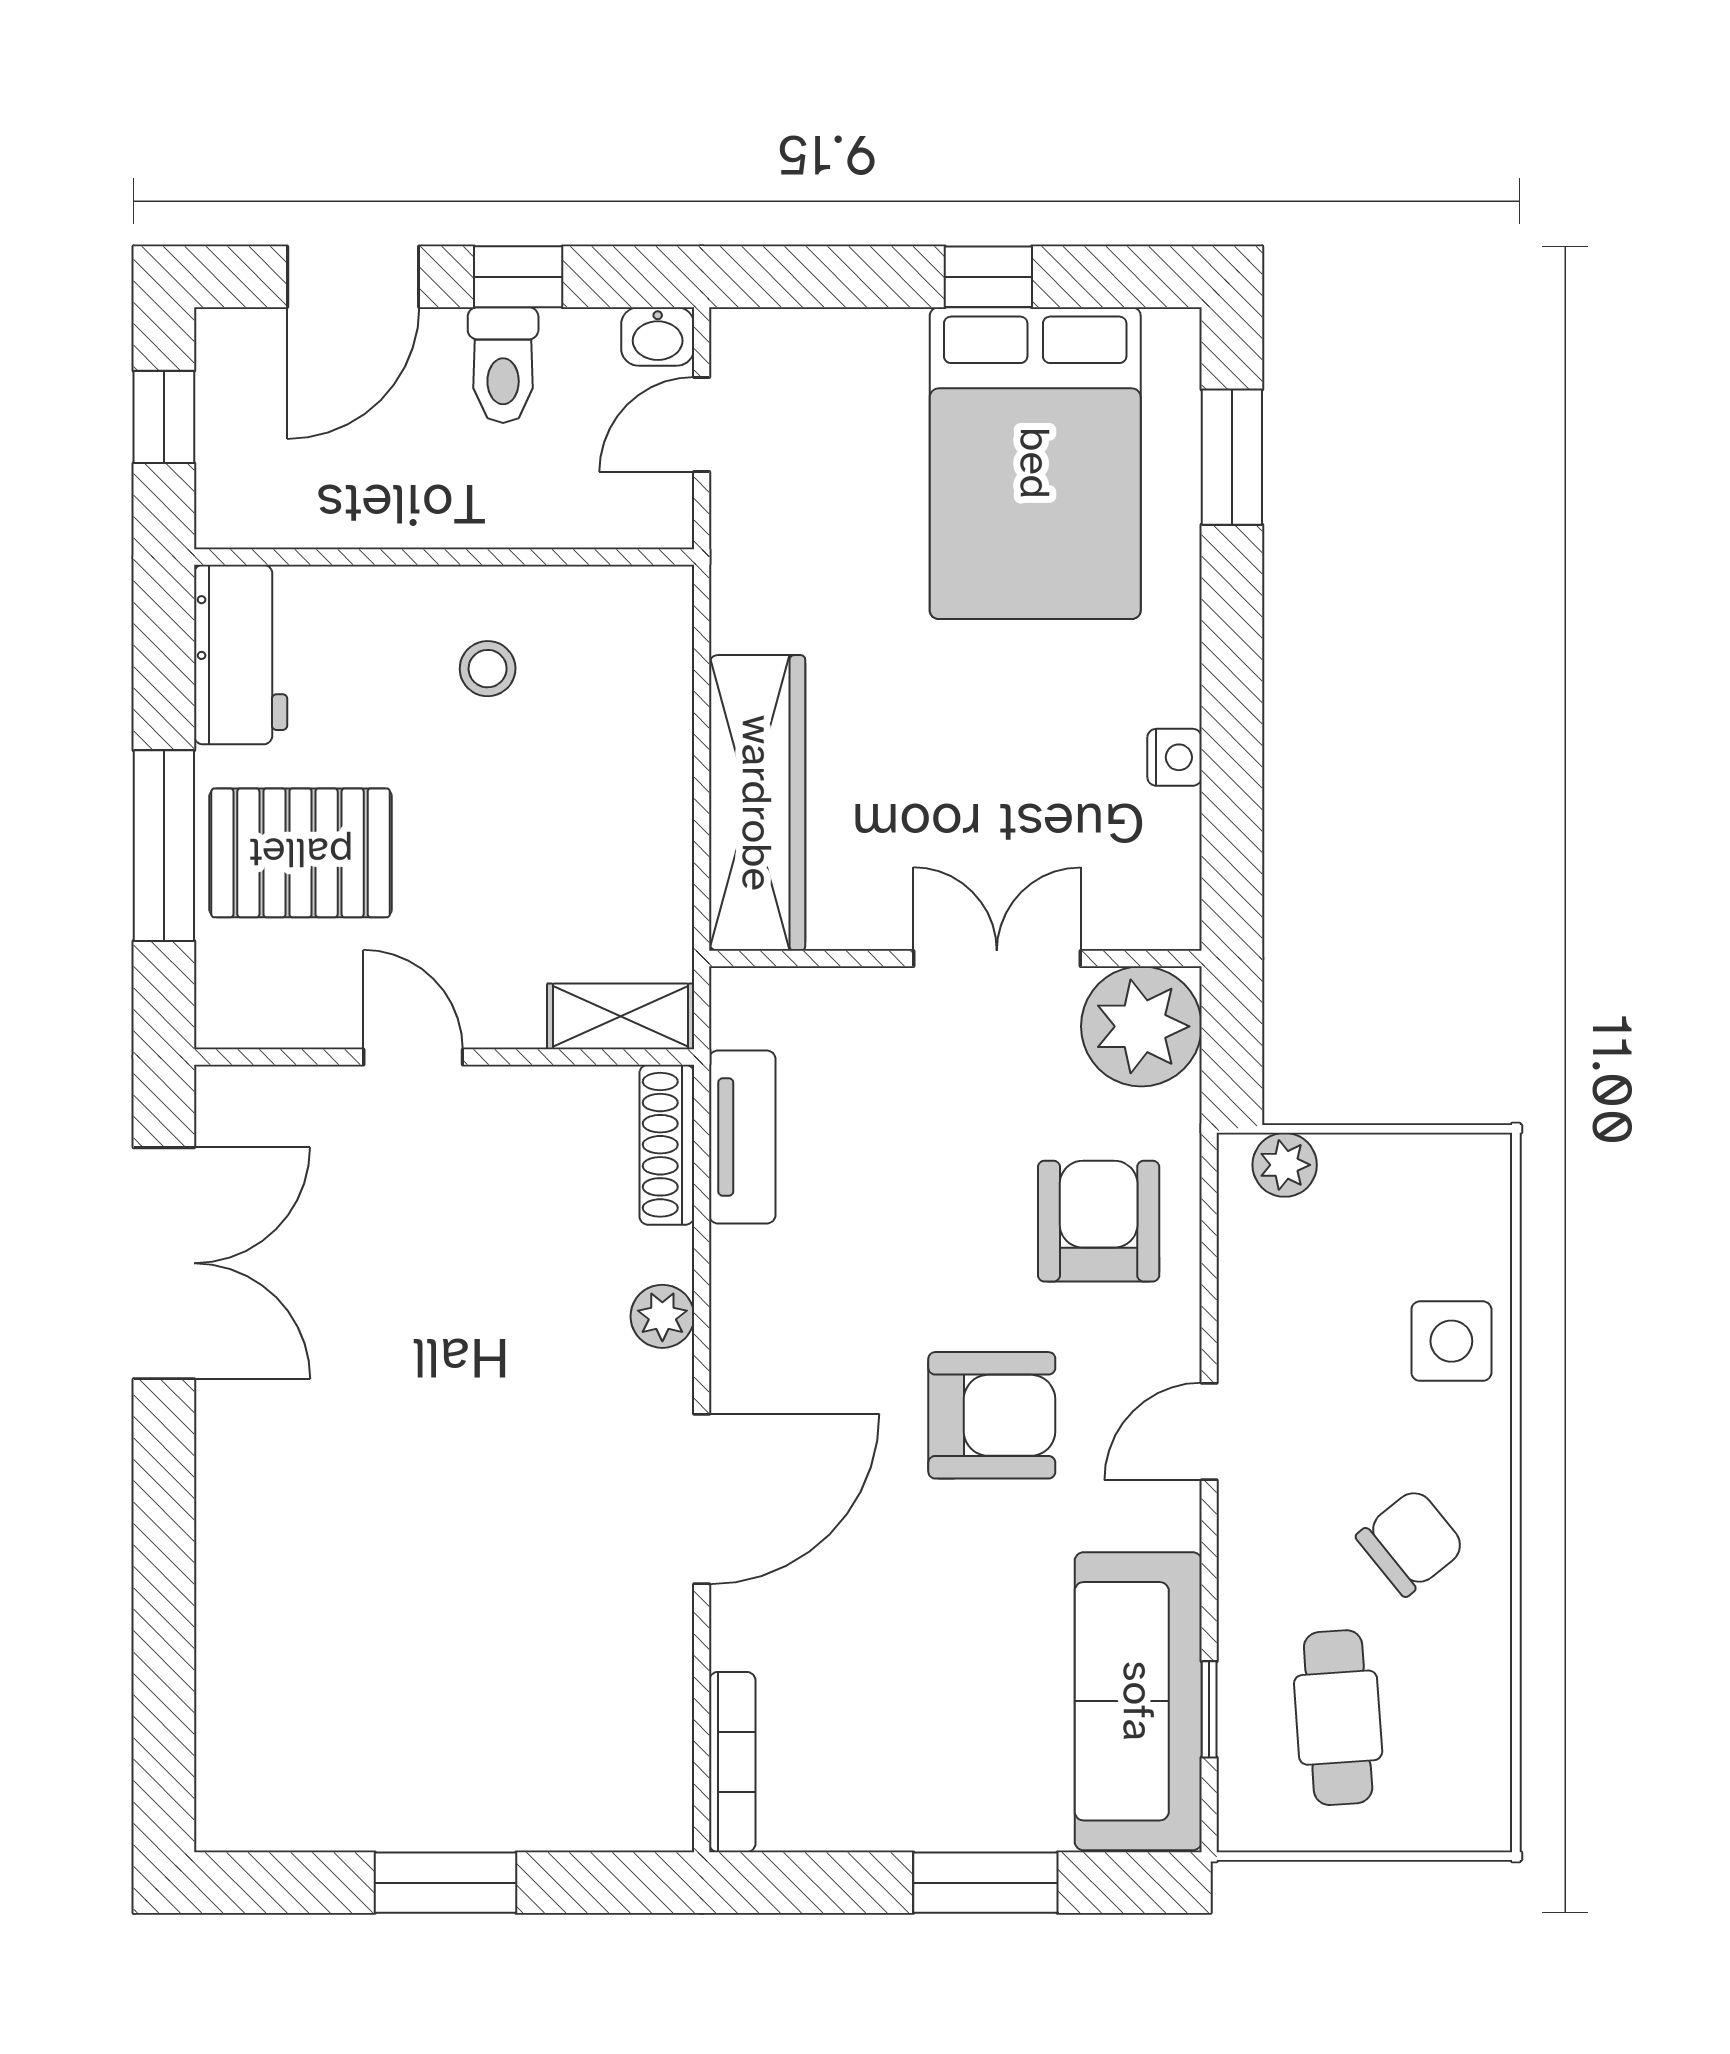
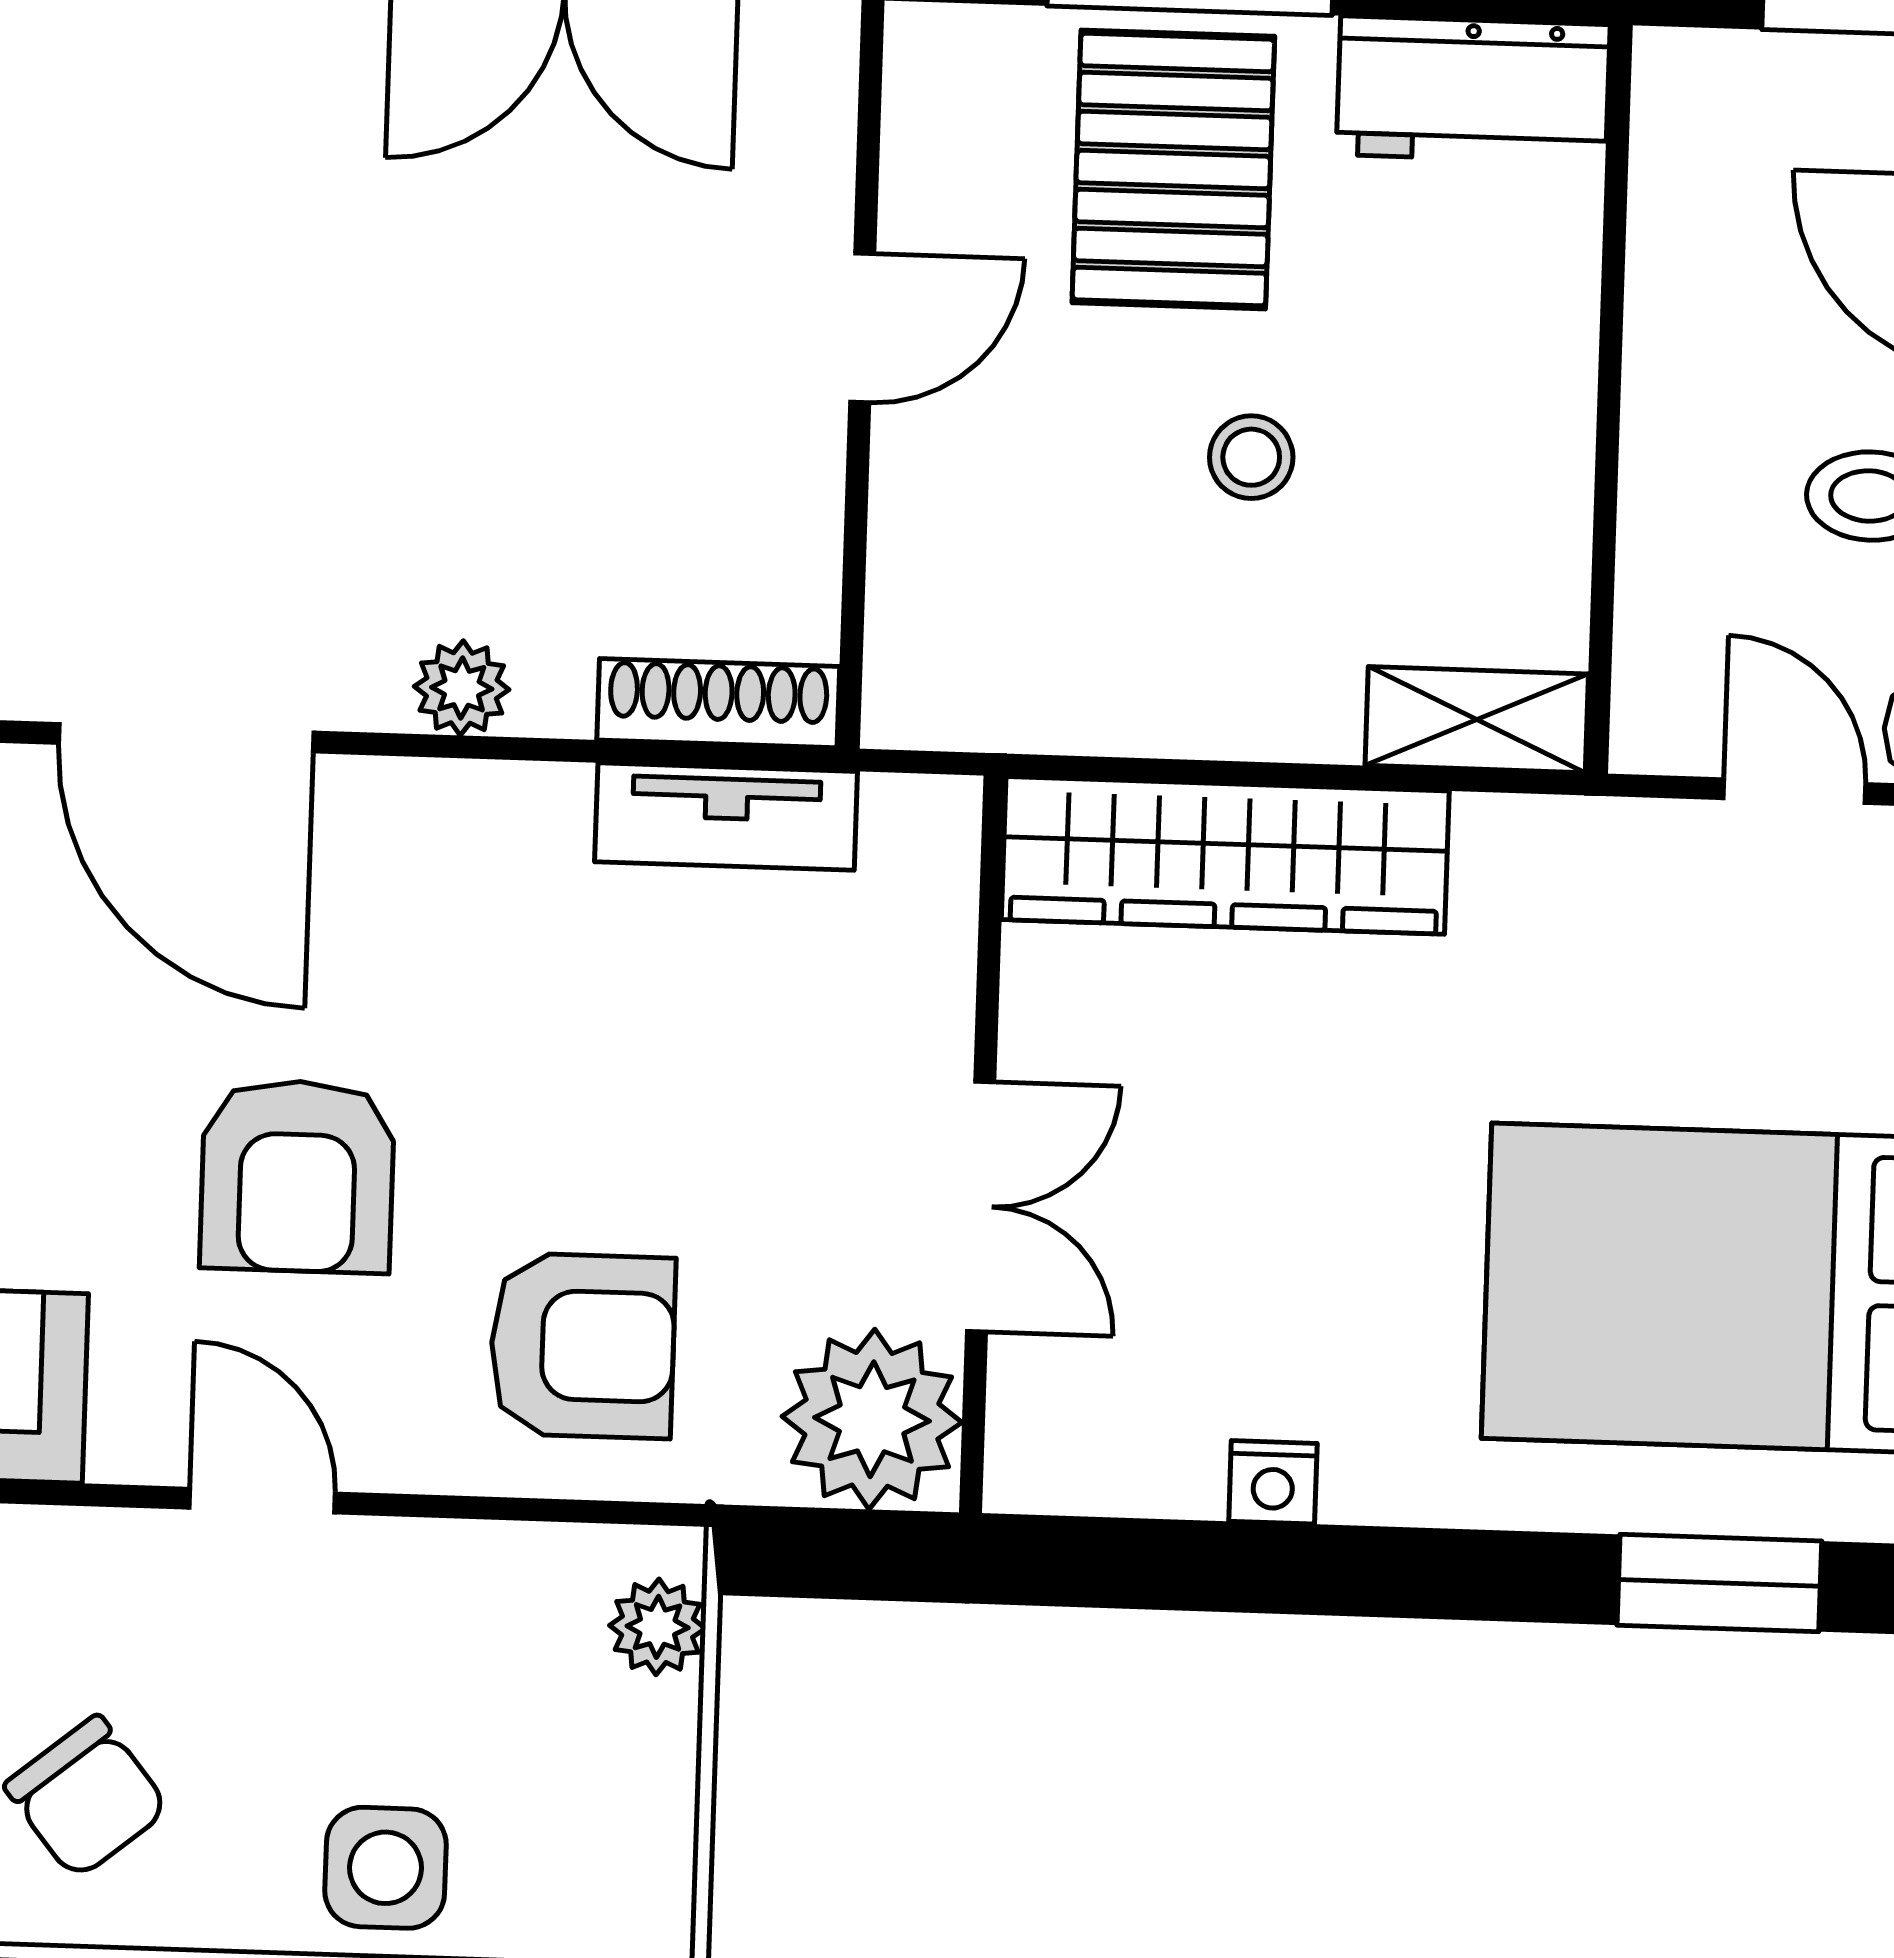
stool: (488, 669) -> (1251, 457), moved
shelving: (621, 1016) -> (1477, 720), moved, turned 90

